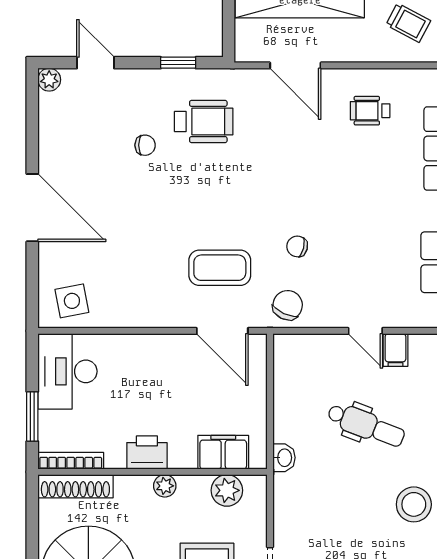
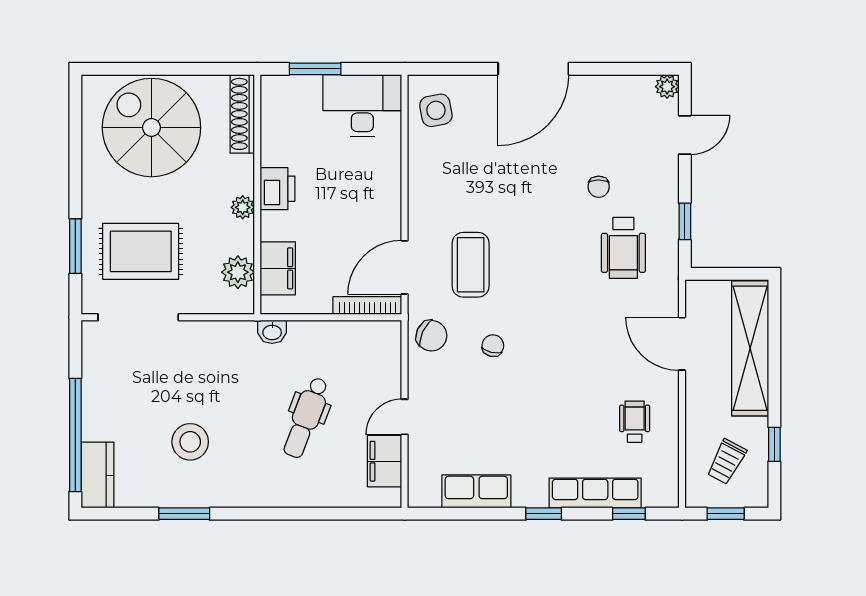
door: (295, 65) -> (682, 344), hinge flipped
filing cabinet: (395, 350) -> (385, 461), width x2.00
bookcase: (71, 461) -> (367, 306), moved, turned -90
stool: (414, 504) -> (190, 442), moved

